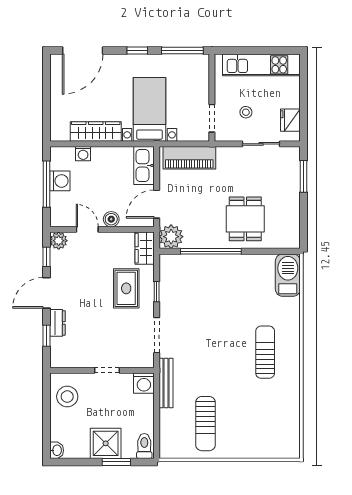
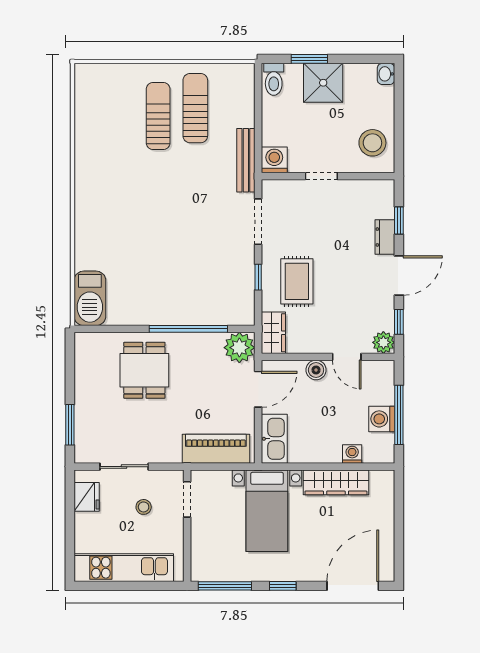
sun lounger: (265, 352) -> (158, 116), moved, turned 180

